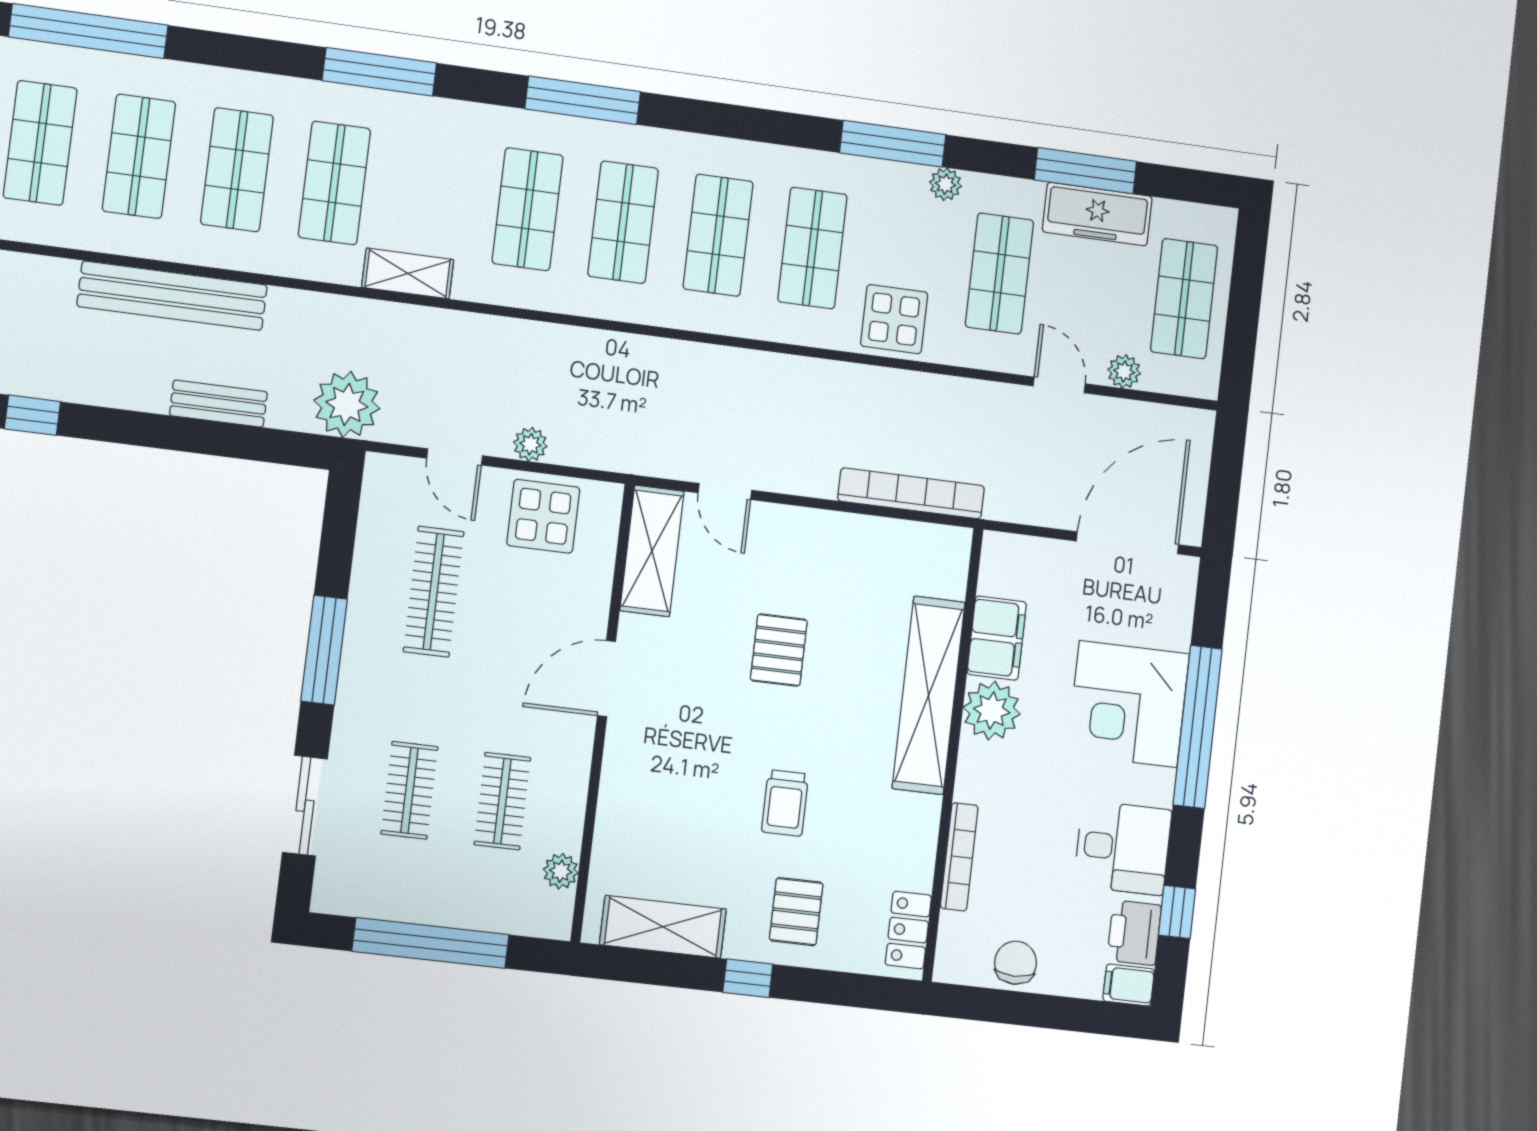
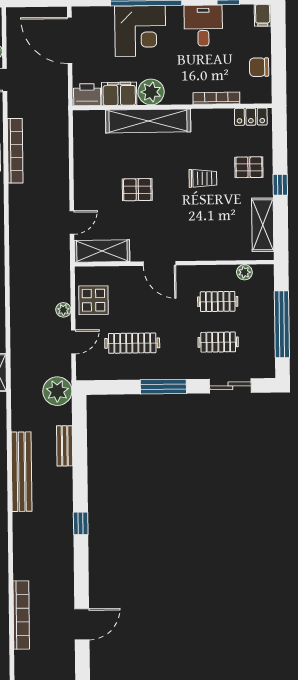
bookcase: (911, 493) -> (15, 151), moved, turned 180
printer: (1134, 933) -> (87, 95), moved, turned 180

